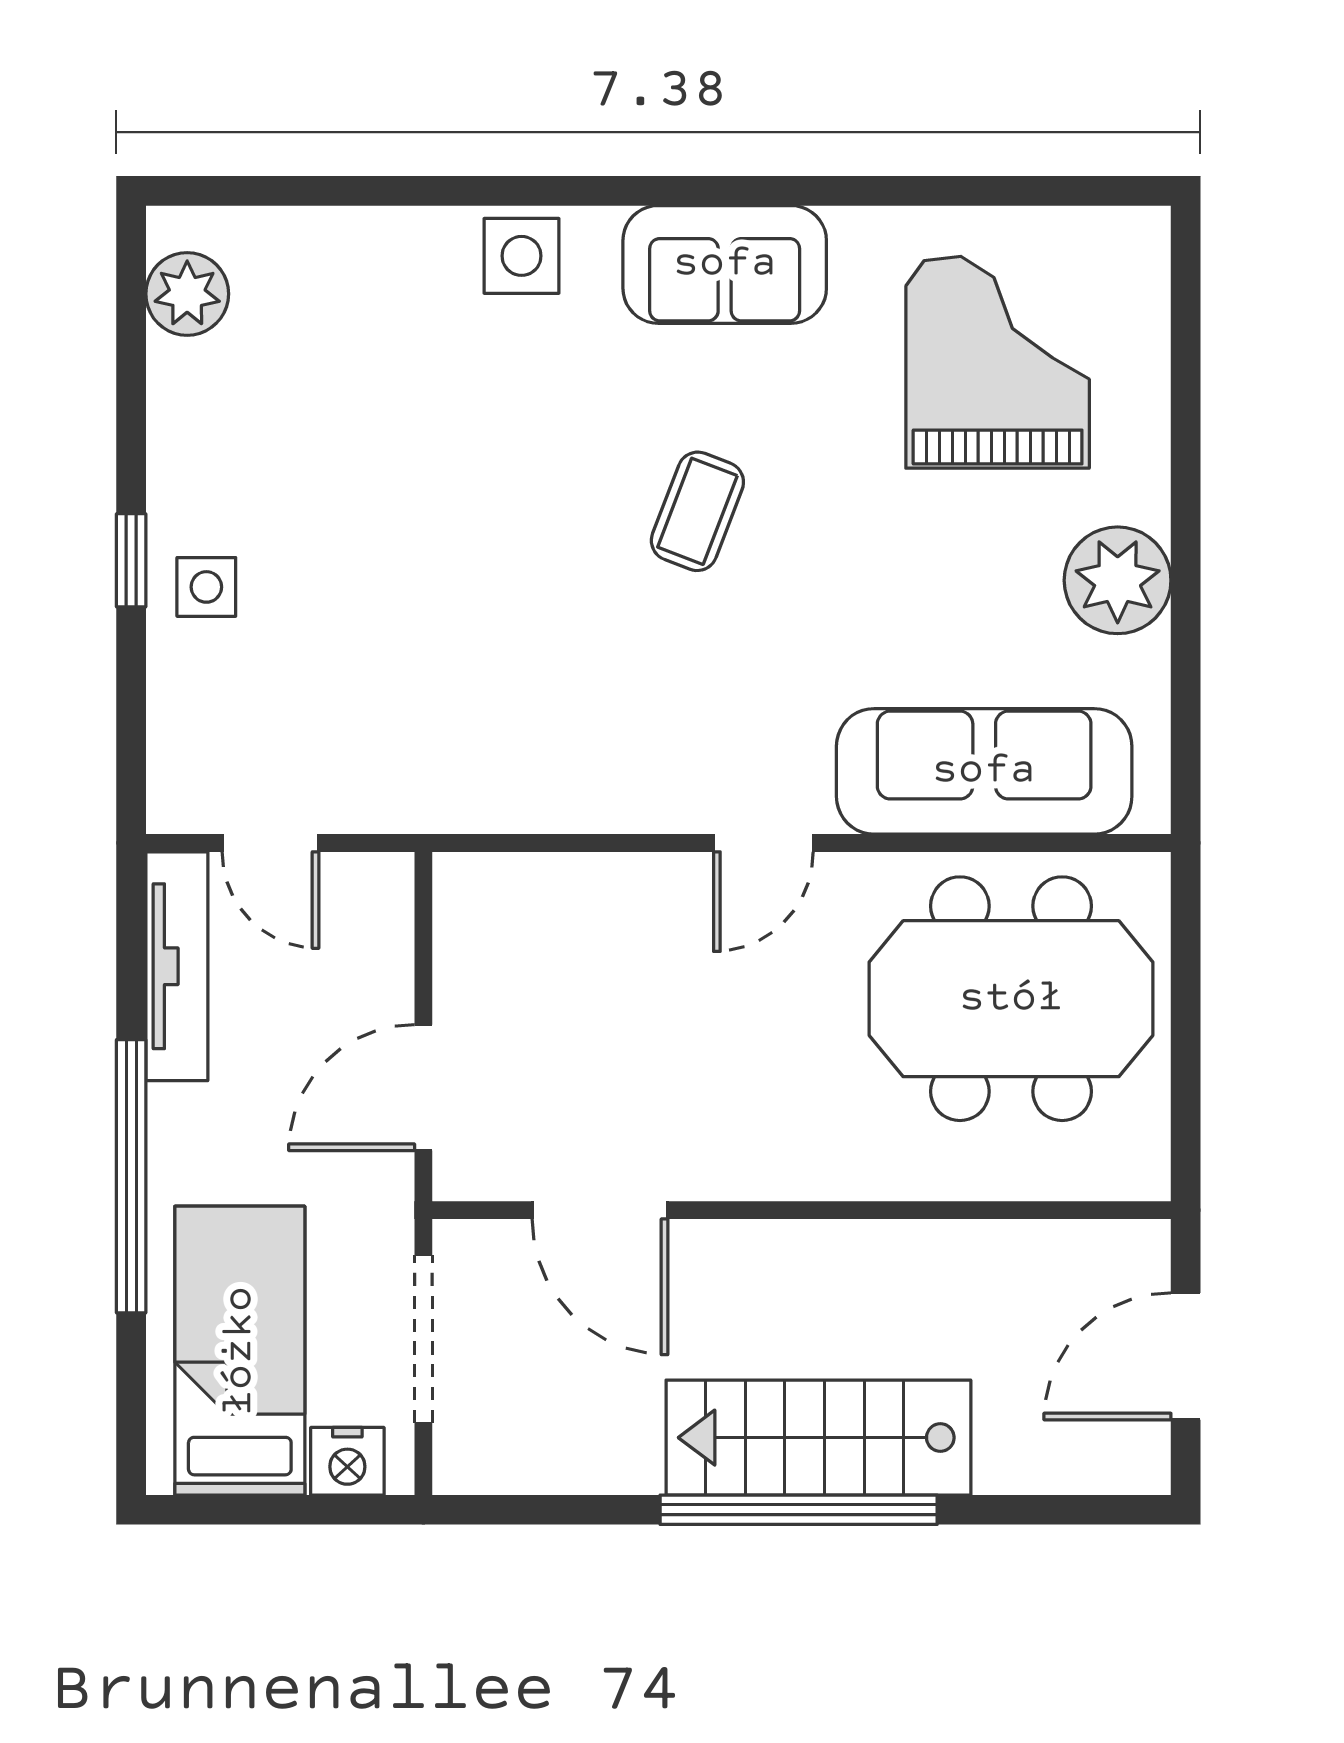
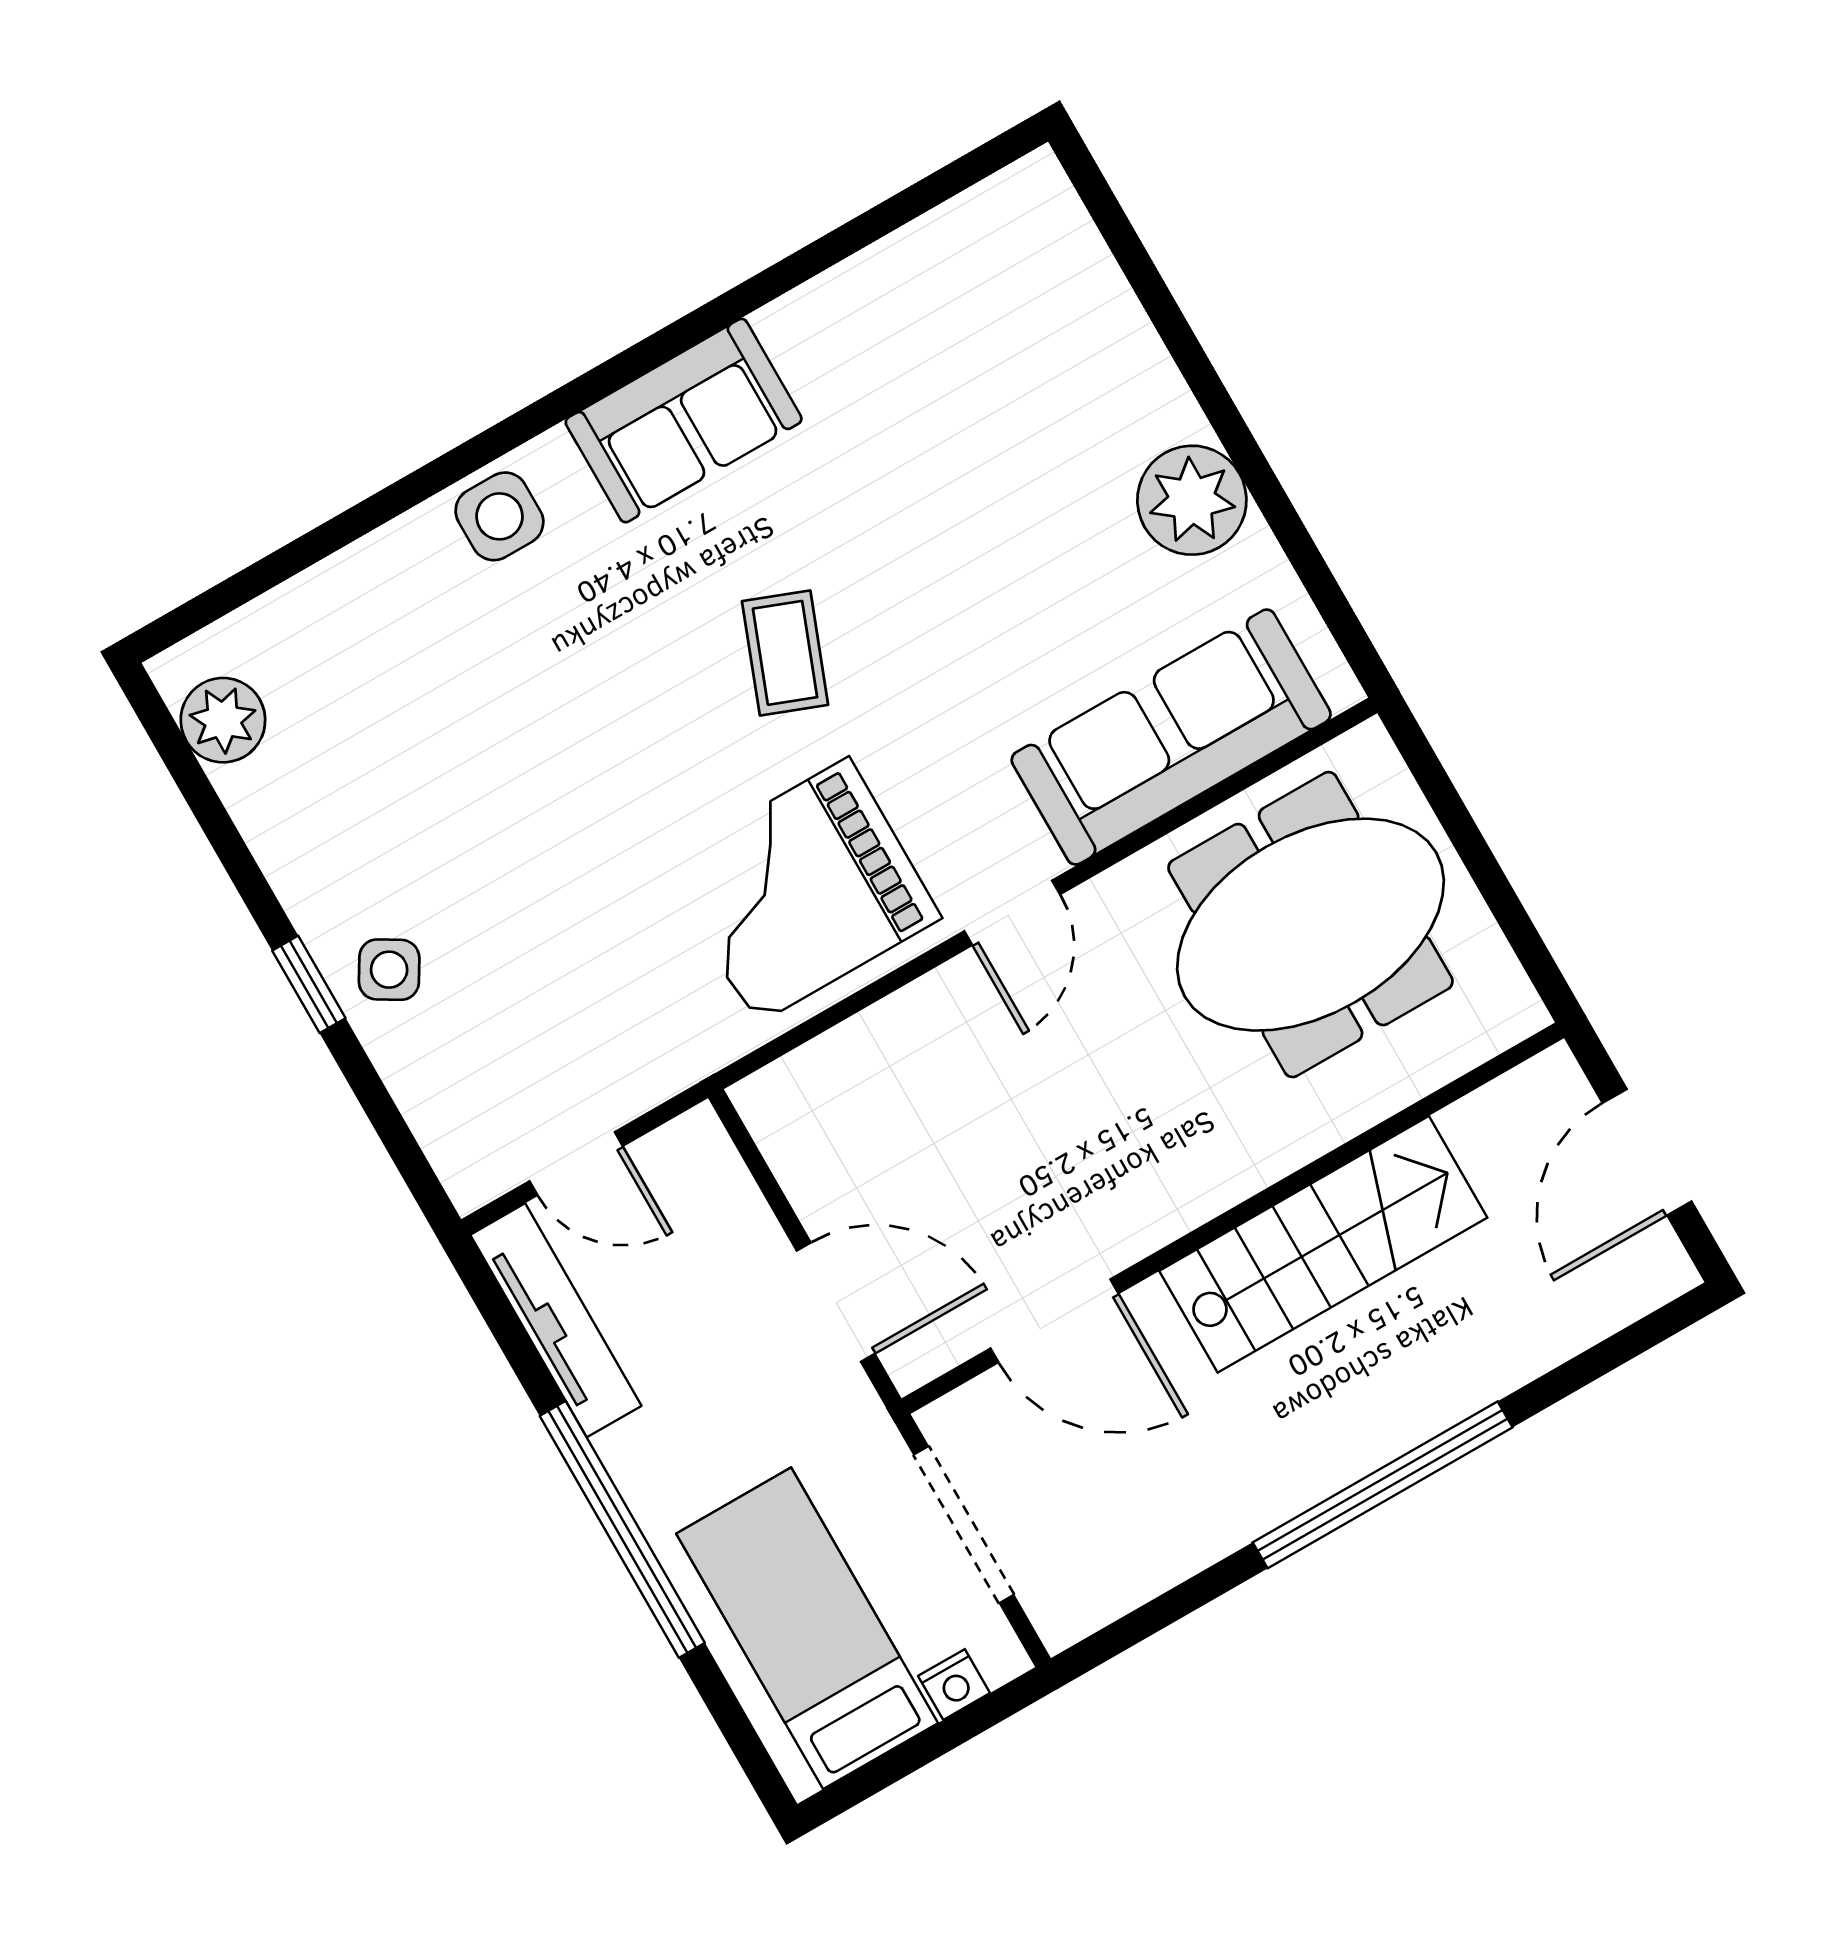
grand piano: (998, 362) -> (802, 891), moved, turned -90
side table: (206, 587) -> (389, 970), turned 31
door: (423, 1088) -> (836, 1302), swing flipped
stairs: (818, 1438) -> (1323, 1244), moved, turned 180
nightstand: (347, 1461) -> (954, 1685), width x0.72, depth x0.74

